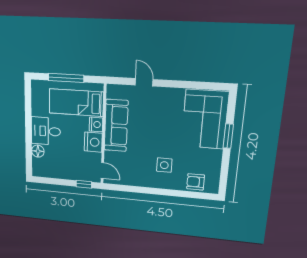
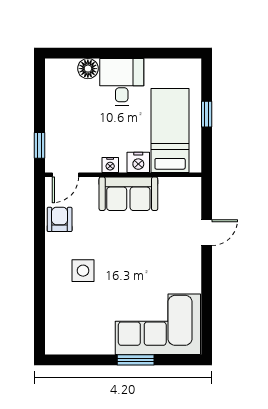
window: (66, 78) -> (207, 114), width x0.46
sofa: (116, 126) -> (128, 194), width x0.73
nightstand: (93, 142) -> (110, 165), width x0.53, depth x0.56
armchair: (196, 182) -> (60, 219), moved

